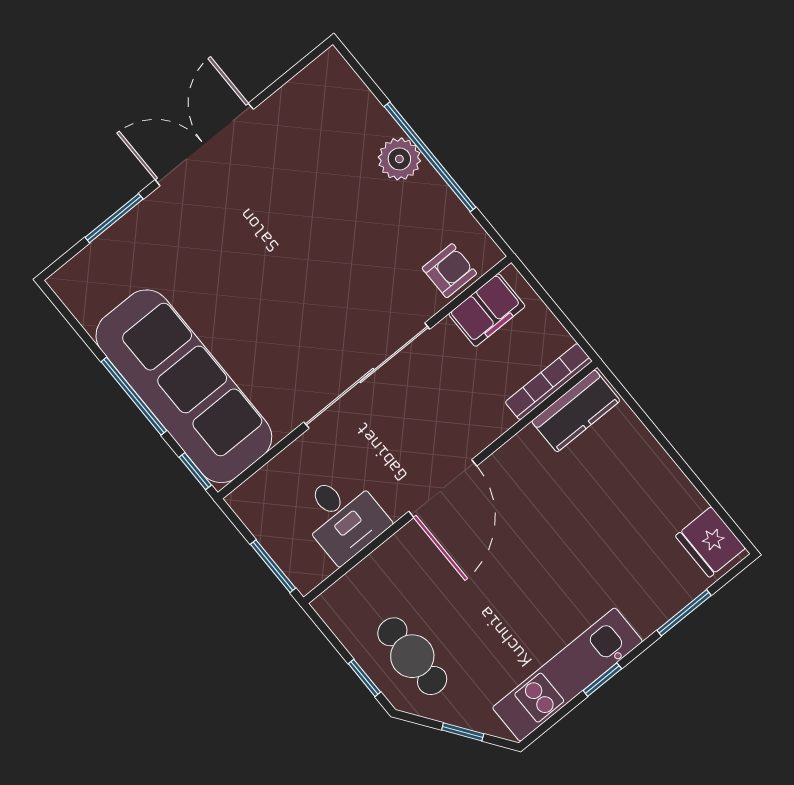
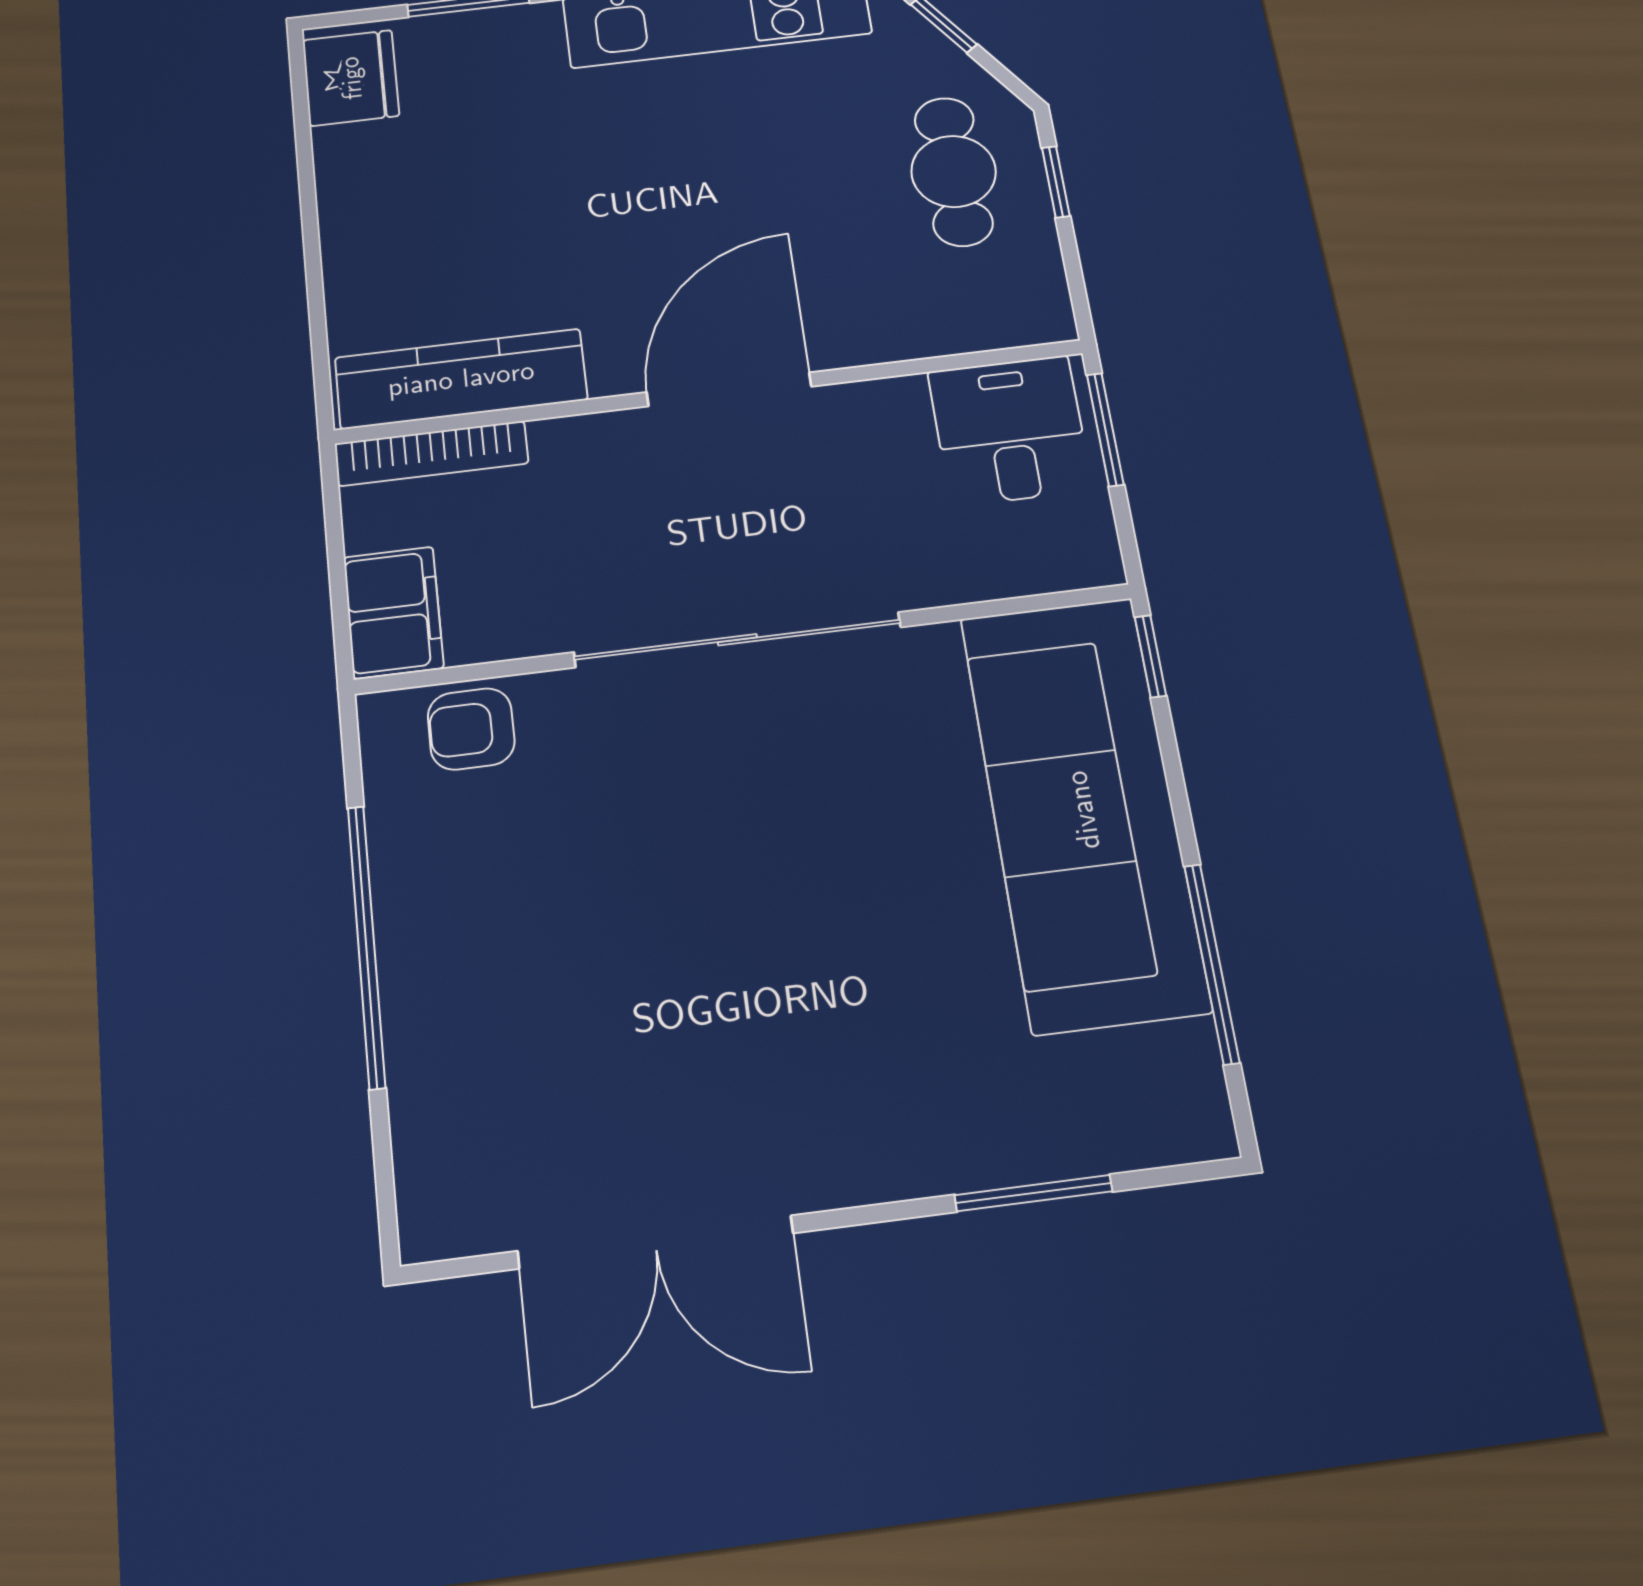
double door: (204, 144) -> (655, 1242), moved
plant: (399, 159) -> (424, 975), removed
filing cabinet: (487, 310) -> (393, 612), moved, turned 90
window: (134, 396) -> (1212, 963), moved
kitchen counter: (576, 411) -> (461, 379), width x1.50
desk: (343, 517) -> (1010, 431), moved

